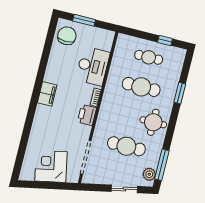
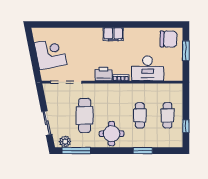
cafe table: (141, 87) -> (140, 115), width x0.73, depth x0.74

